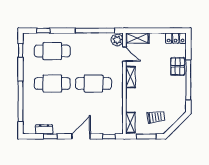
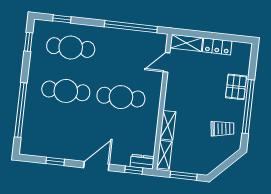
locker: (176, 38) -> (217, 46), moved
plant: (117, 40) -> (159, 43), removed
door: (124, 54) -> (167, 62), swing flipped
shelving: (131, 77) -> (168, 125), moved
trolley: (156, 117) -> (222, 129), moved
dresser: (44, 129) -> (142, 162), moved

